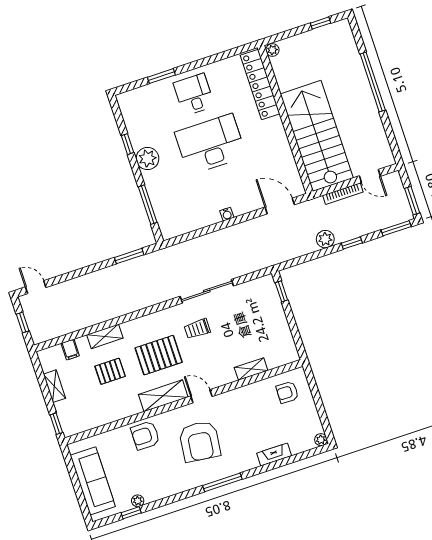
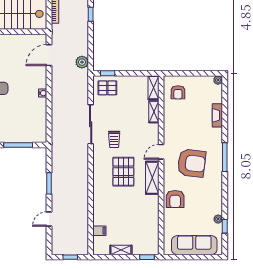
plant: (325, 239) -> (82, 62), moved
window: (129, 256) -> (49, 183), moved
door: (36, 287) -> (49, 219), moved
shelving: (105, 336) -> (153, 88), moved
pallet: (110, 371) -> (107, 88), moved, turned 90

